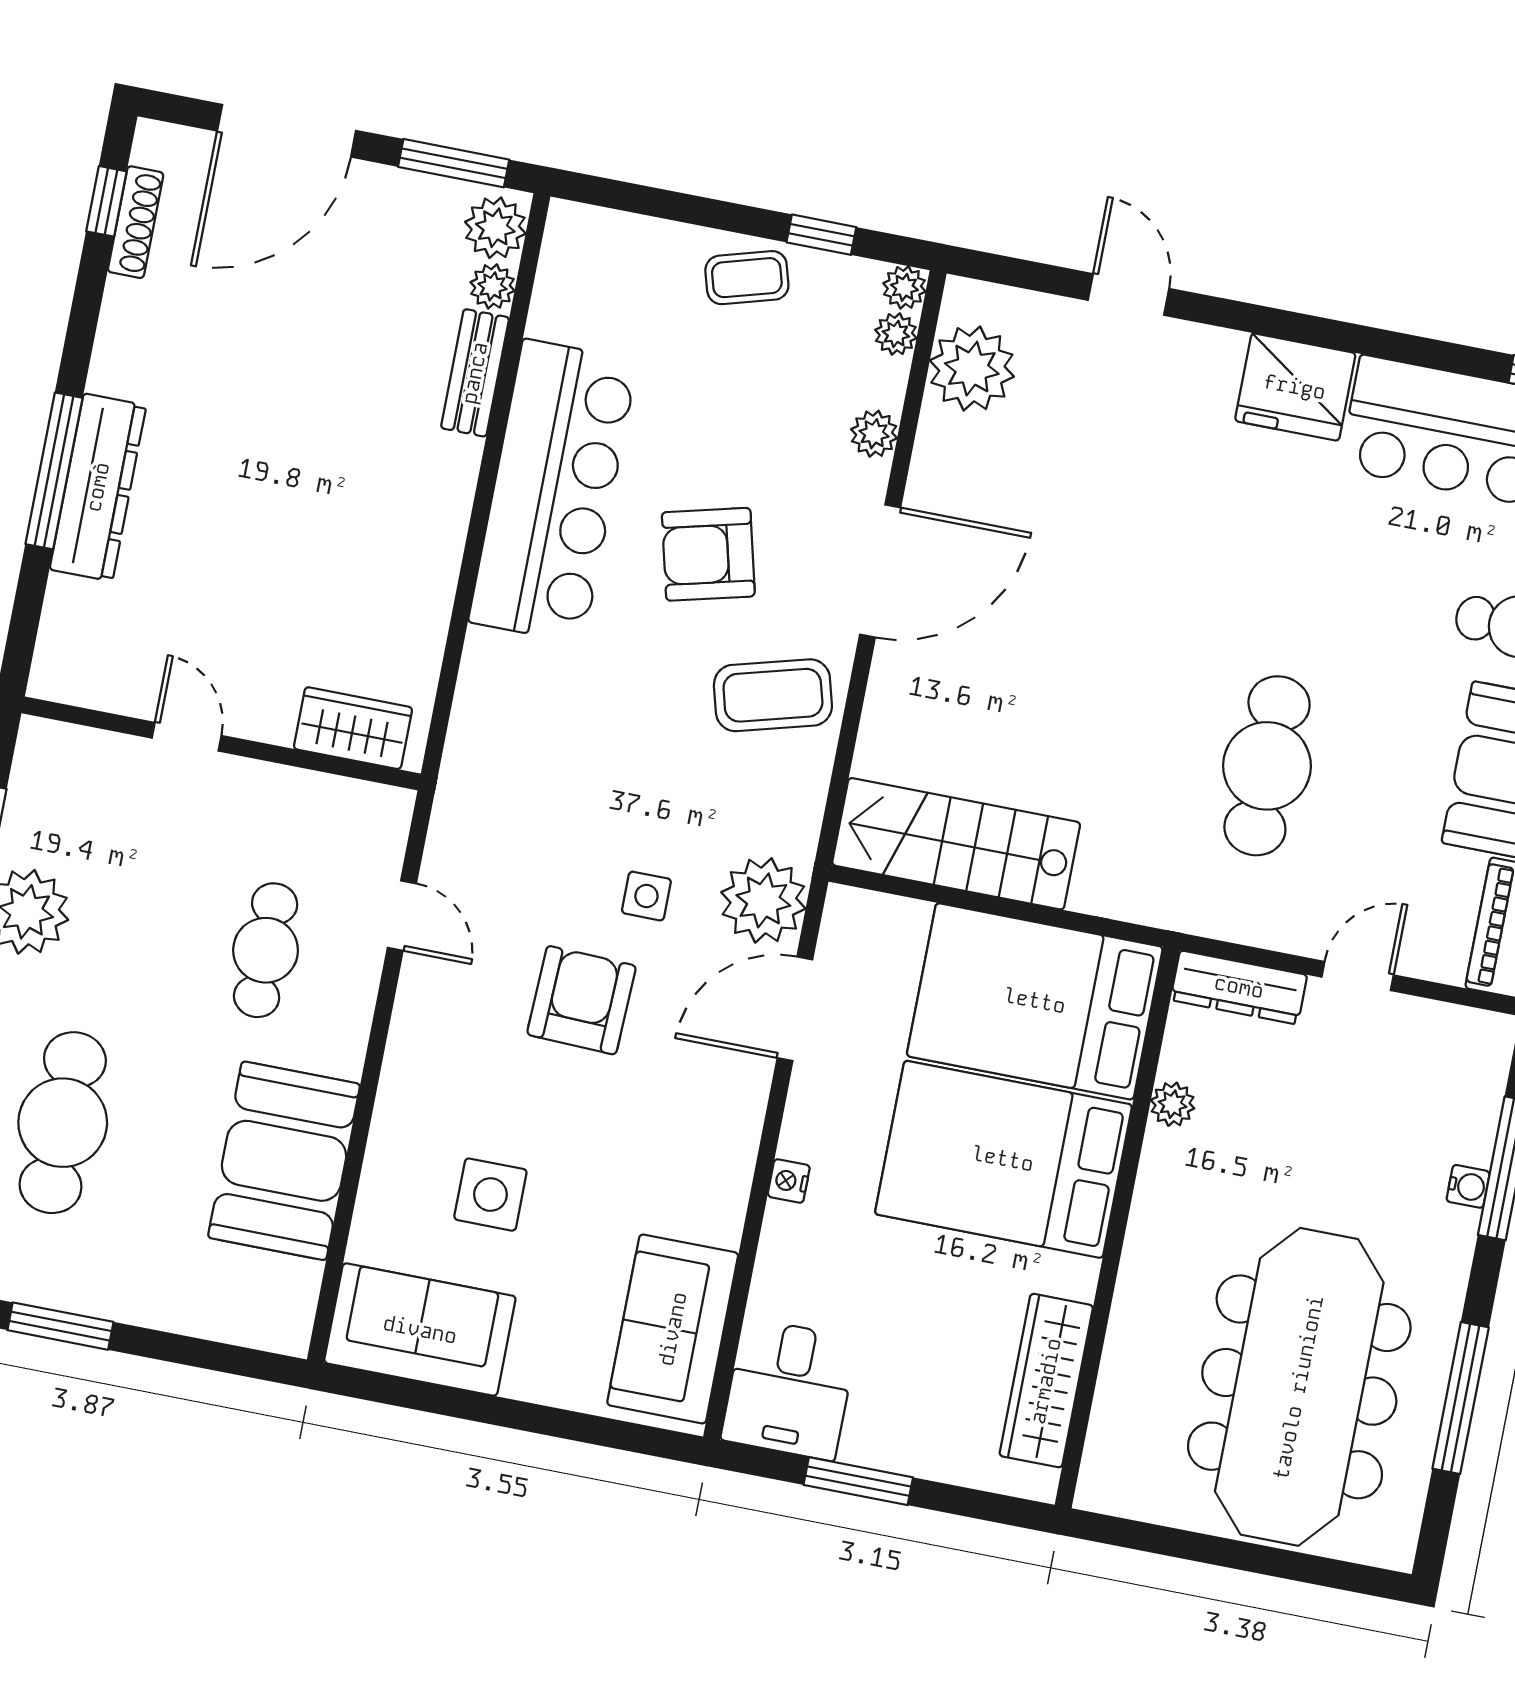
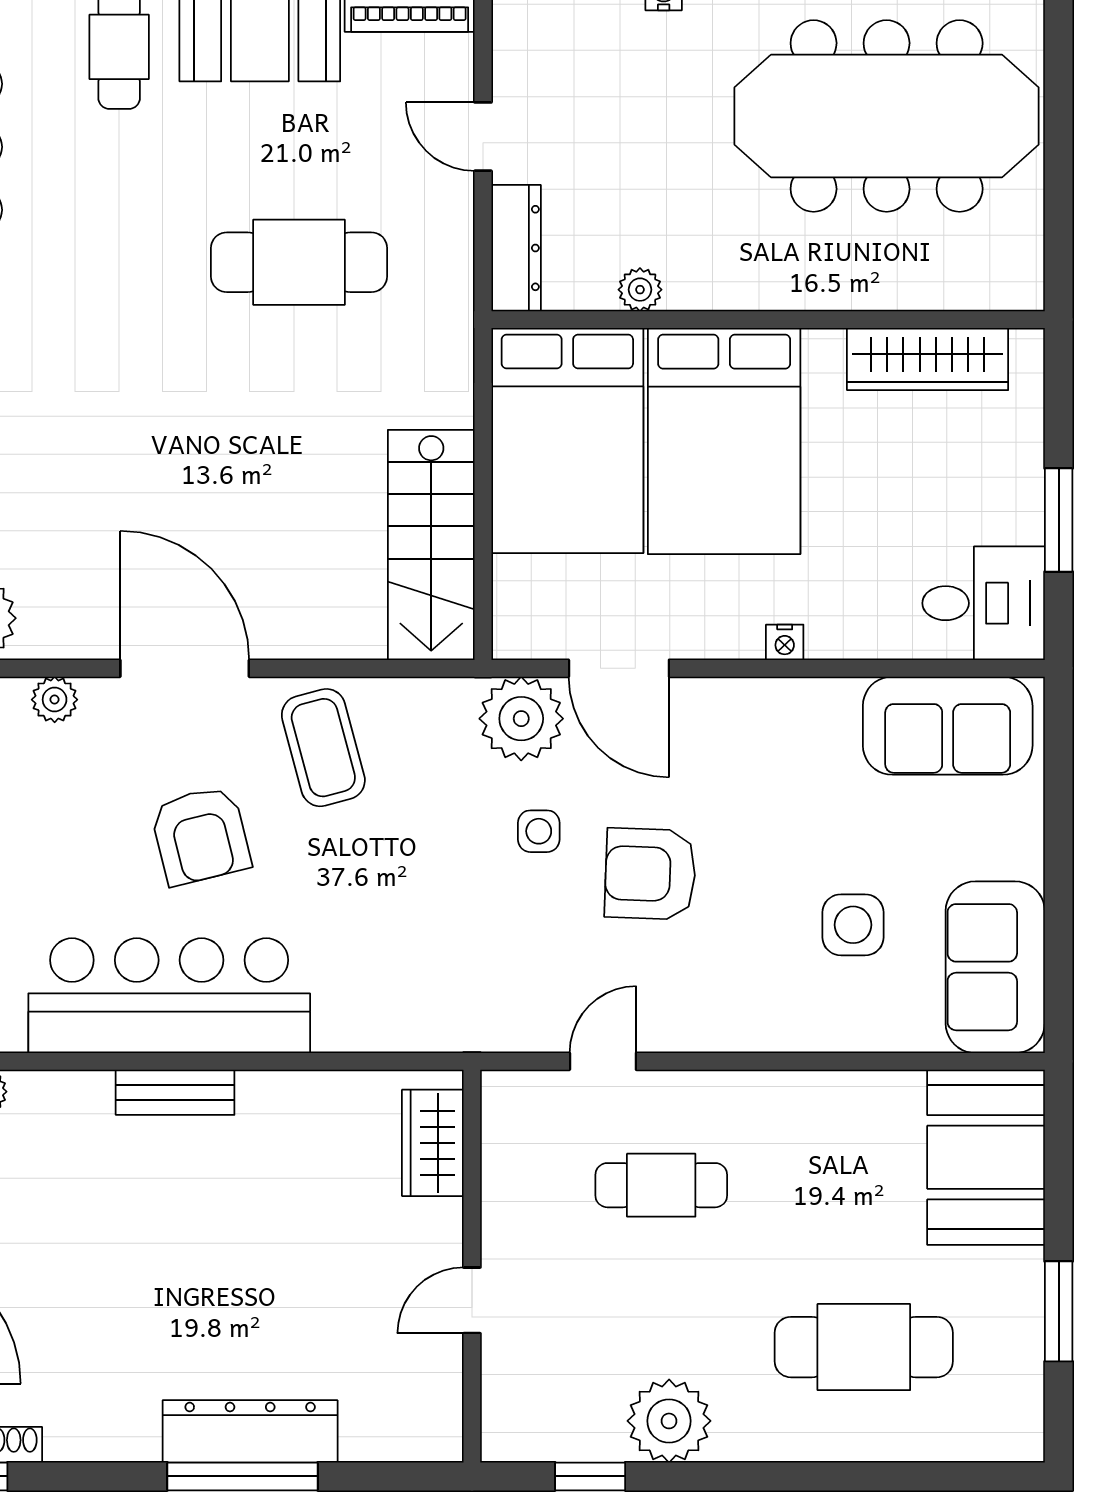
bench: (475, 373) -> (175, 1092), moved
booth: (284, 1161) -> (986, 1157), moved, turned 90

